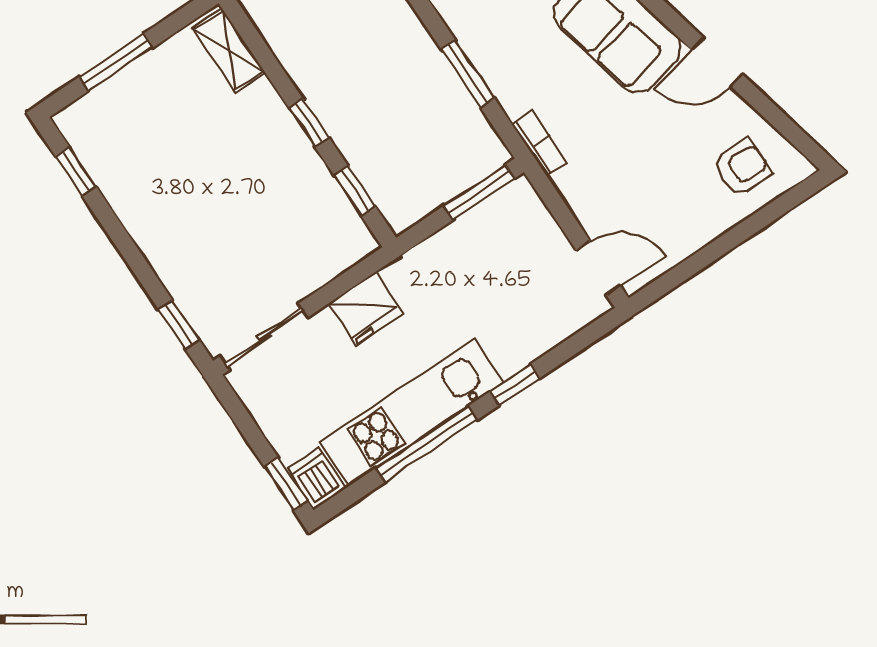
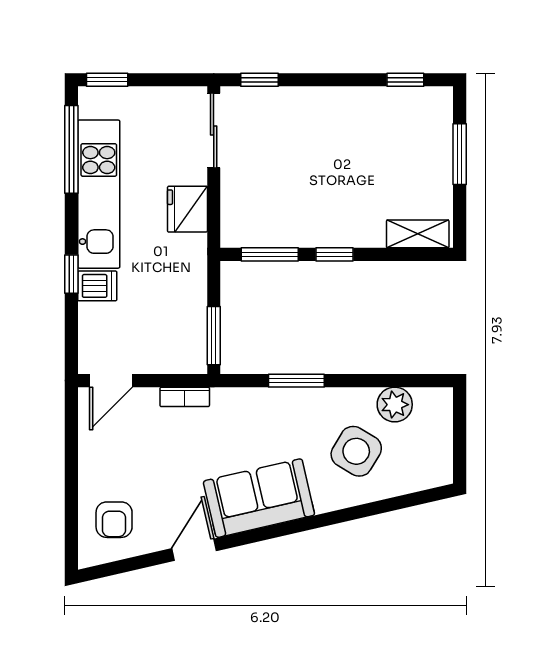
bookcase: (539, 143) -> (185, 397), moved
window: (355, 191) -> (270, 254), width x1.50
window: (426, 444) -> (71, 149), moved
dishwasher: (317, 479) -> (97, 286), moved

